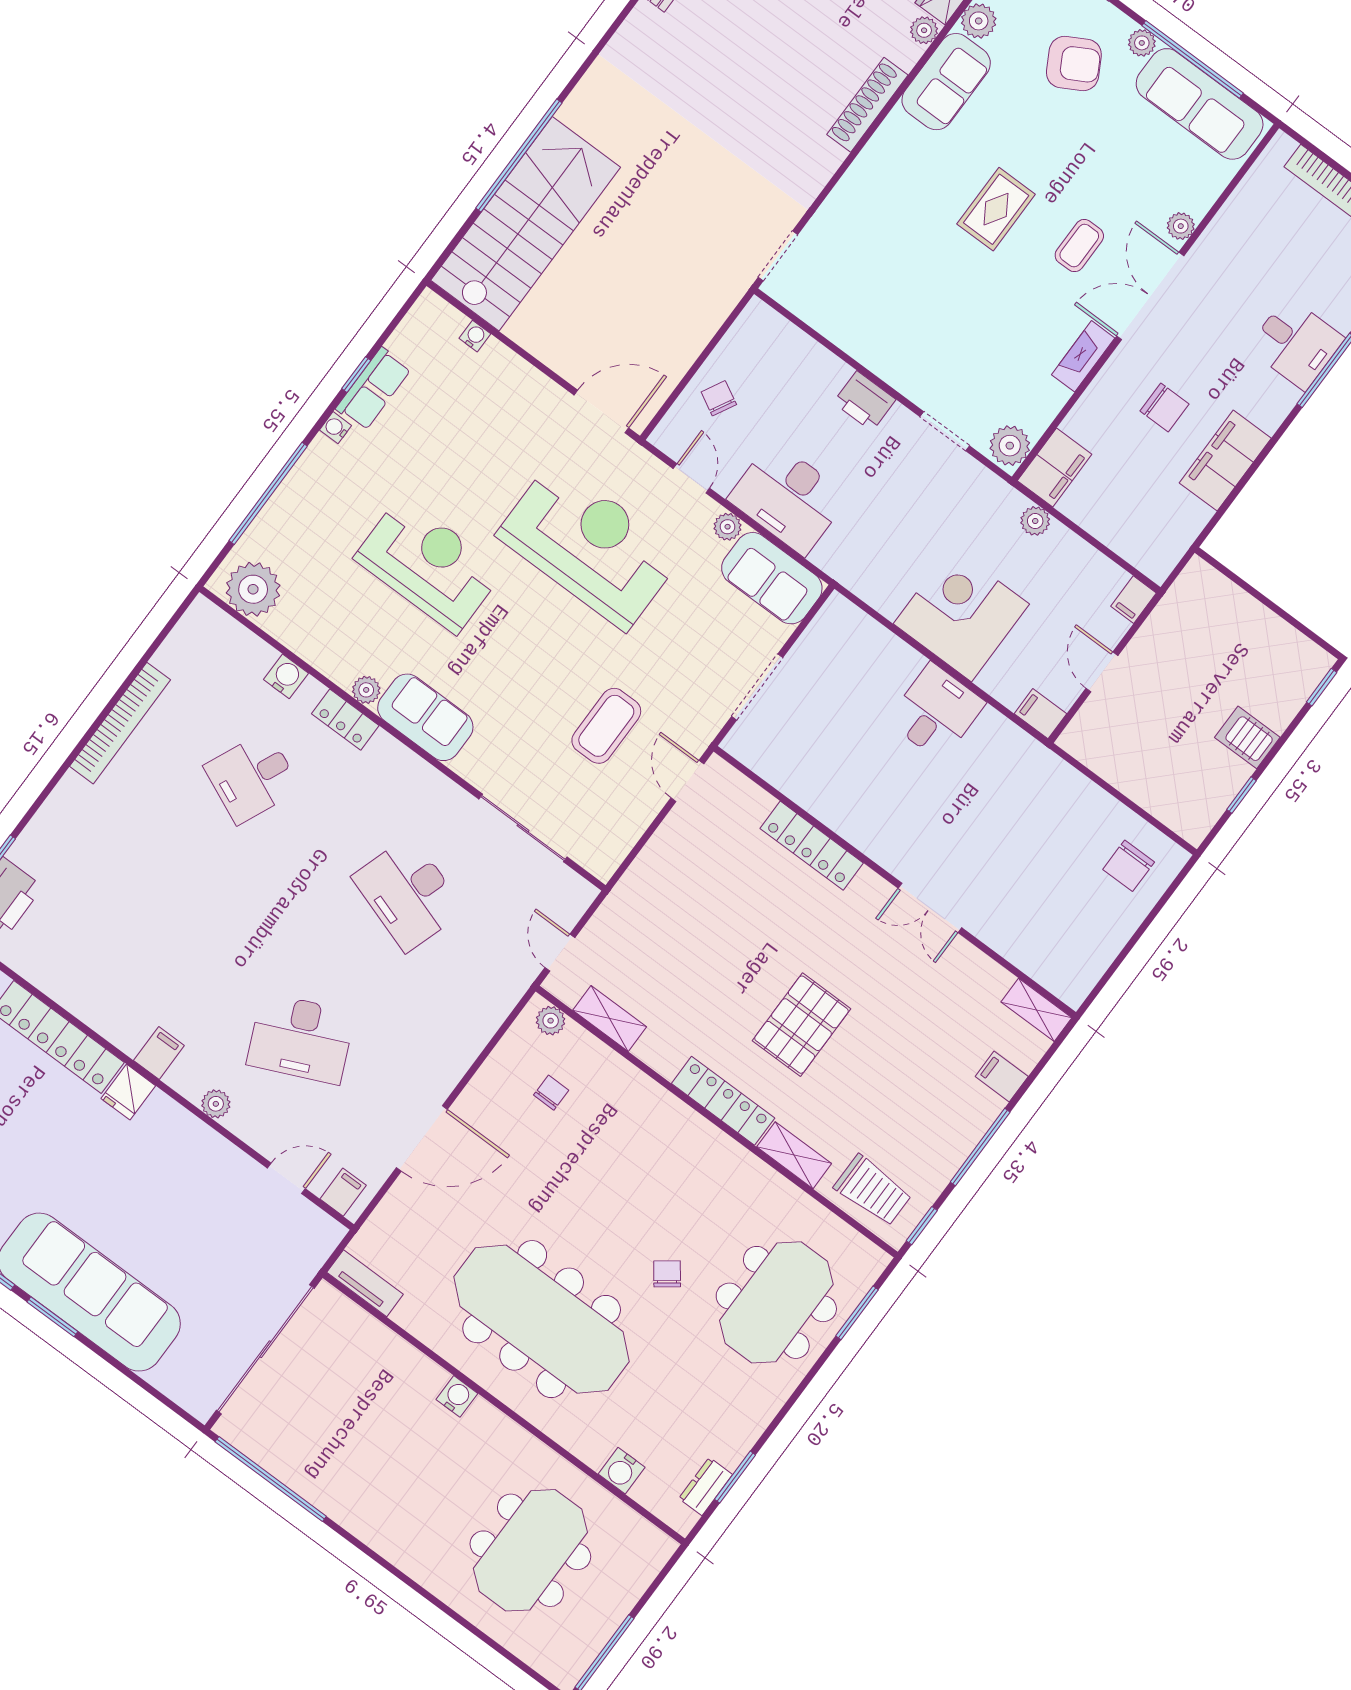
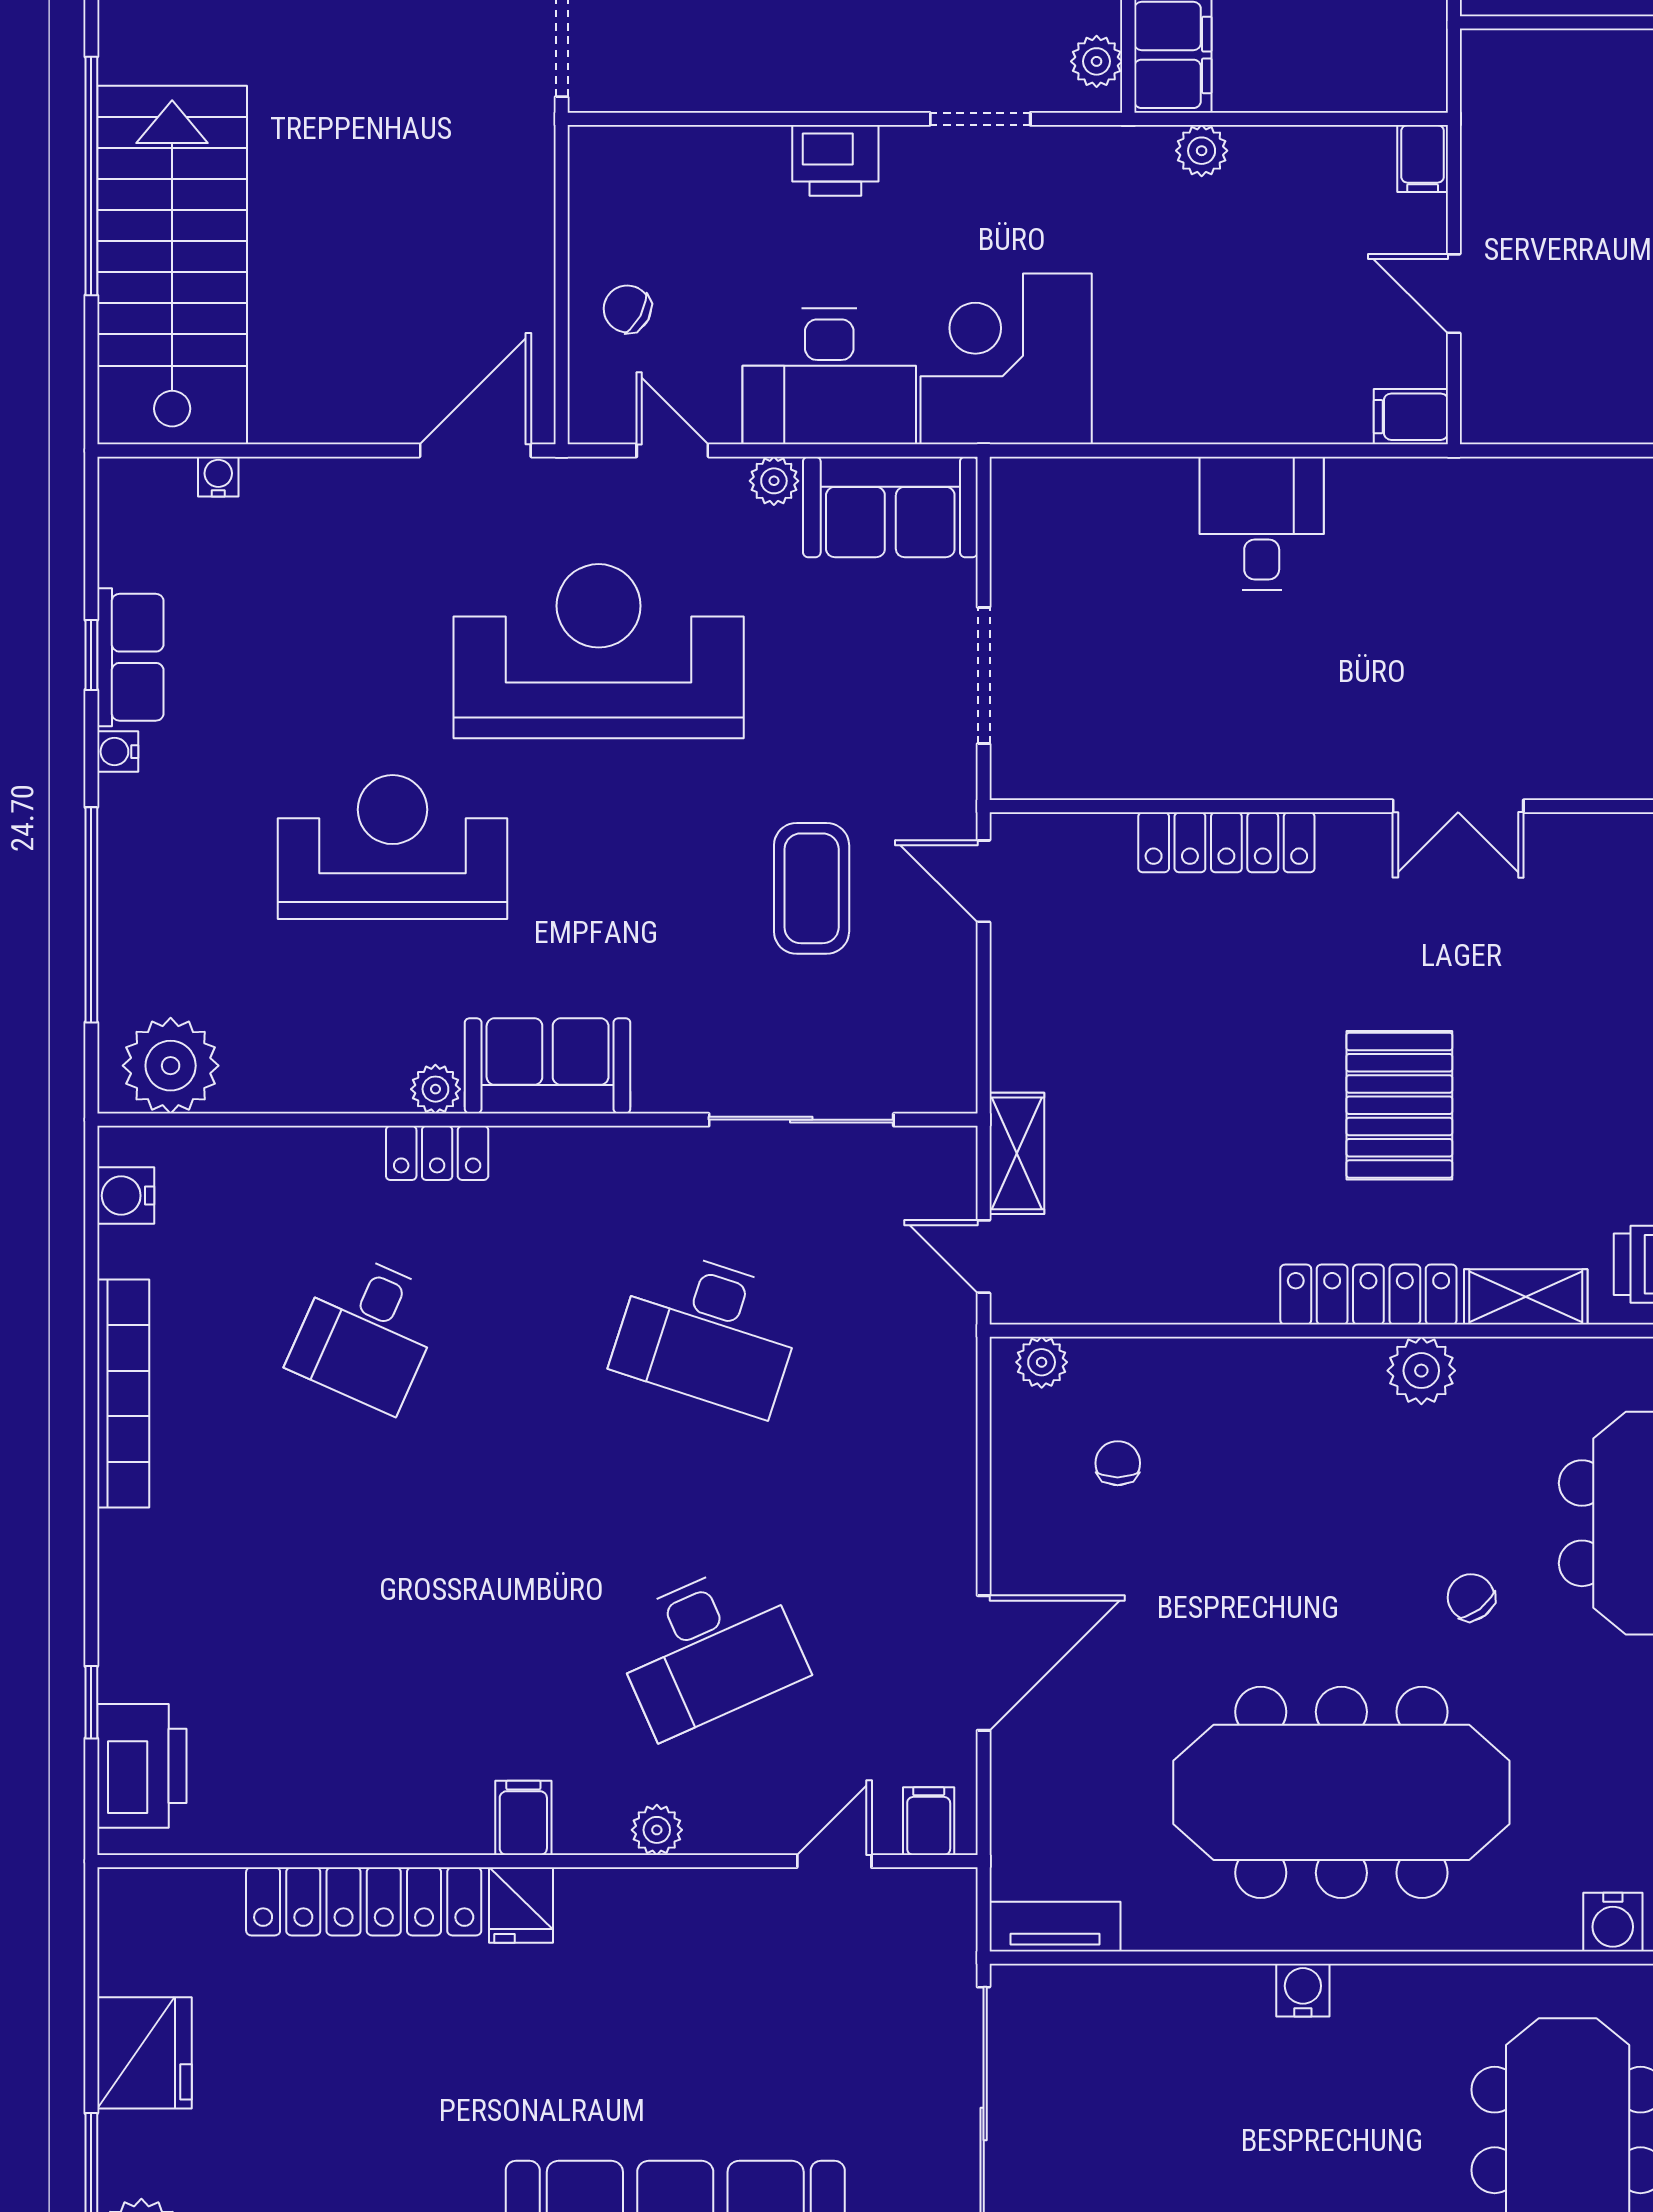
plant: (1010, 446) -> (1097, 61), width x0.73, depth x0.73
corner desk: (961, 614) -> (1006, 359), moved
water cooler: (286, 676) -> (126, 1196), moved, turned -90
shelving: (610, 1018) -> (1017, 1153), moved, turned 90
plant: (721, 1153) -> (1421, 1371), added

